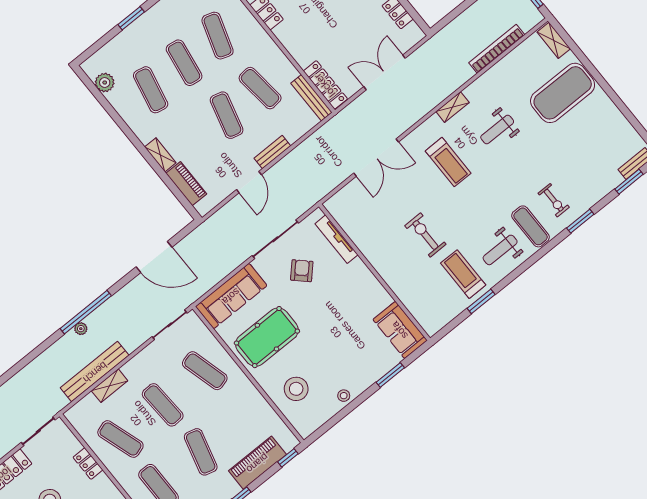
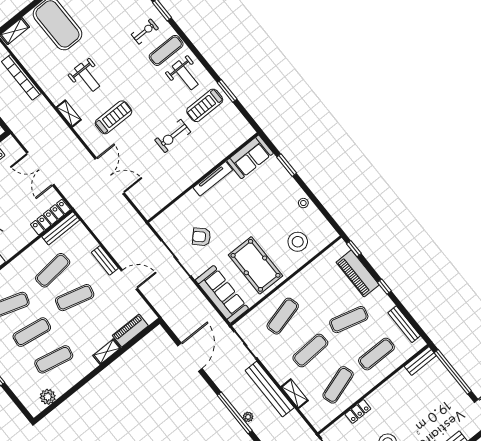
tv unit: (337, 239) -> (213, 179), moved
bench: (95, 372) -> (270, 389), moved

